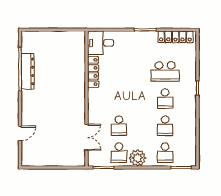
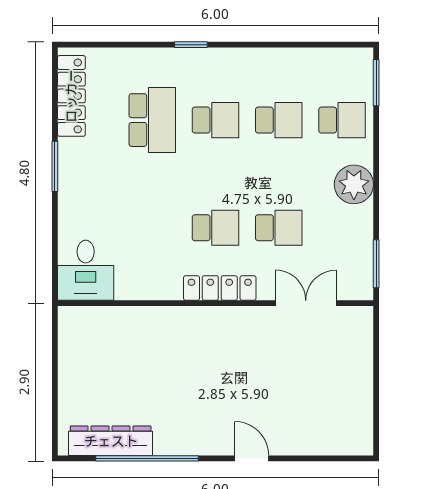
dresser: (28, 71) -> (111, 441), moved
locker: (93, 72) -> (220, 288), moved
door: (20, 133) -> (252, 458), moved
school desk: (119, 153) -> (215, 228), moved

